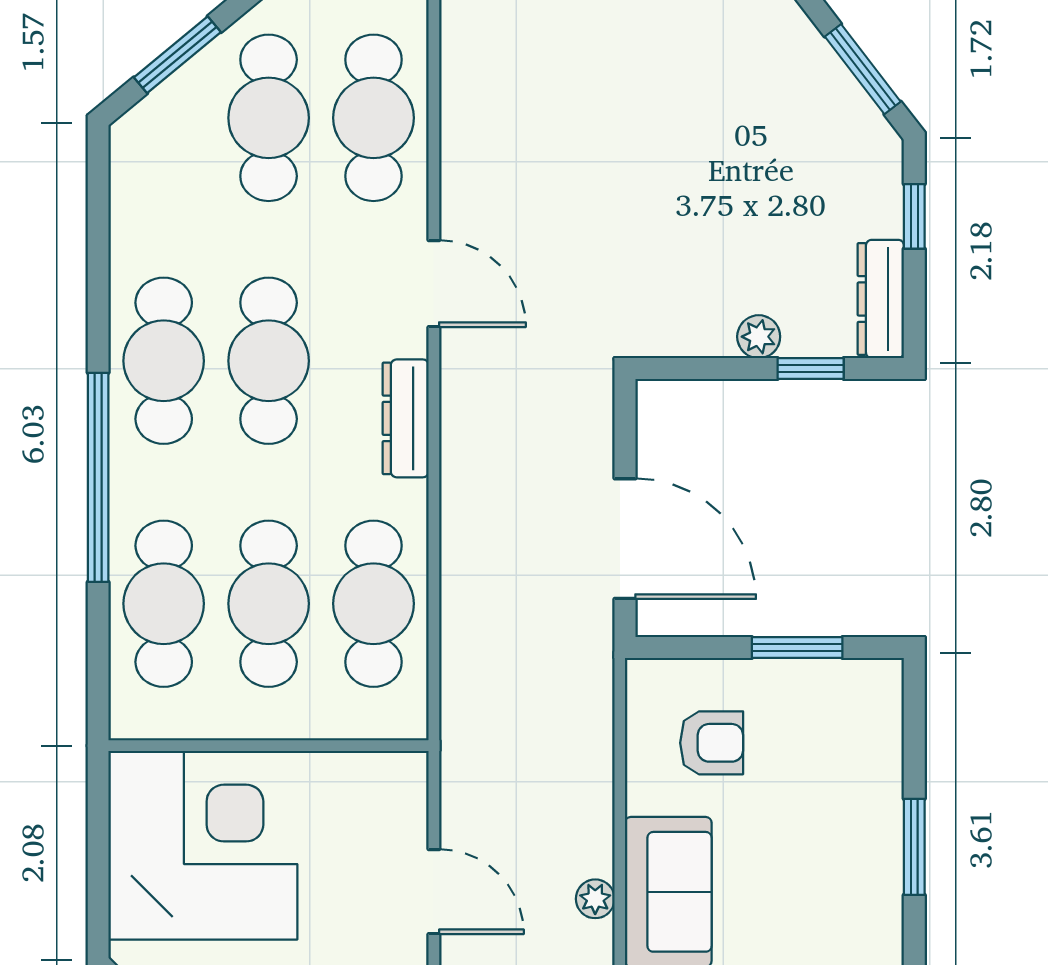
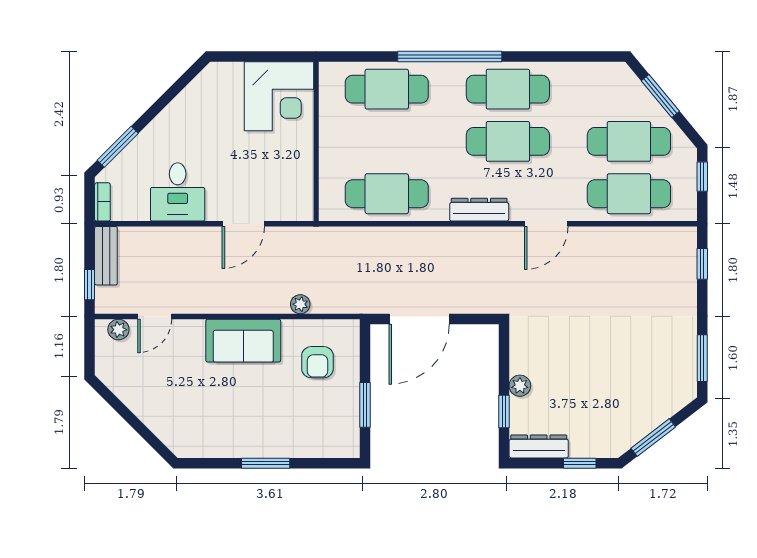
cafe table: (269, 604) -> (387, 141), removed
corner desk: (203, 845) -> (279, 96), width x0.74, depth x0.74
plant: (595, 899) -> (300, 304), moved

